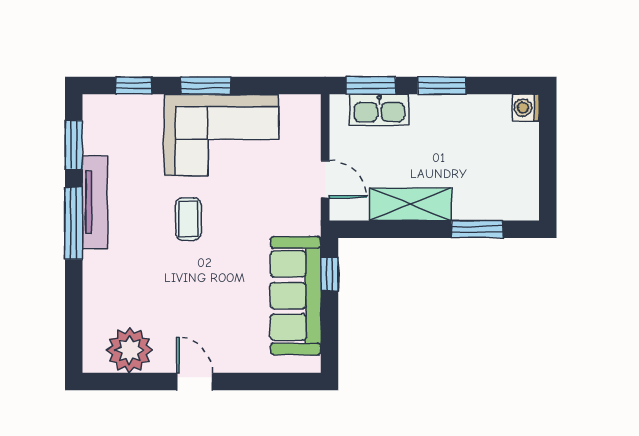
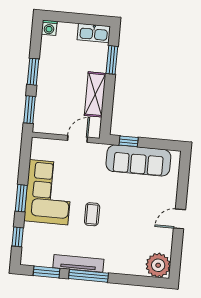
kitchen sink: (379, 110) -> (94, 33), moved, turned 90
coffee table: (188, 219) -> (92, 214), turned 90
plant: (130, 350) -> (158, 265), moved

